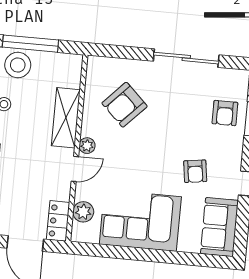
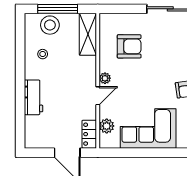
armchair: (125, 105) -> (129, 46), turned -134
shelving: (66, 118) -> (88, 34), moved

